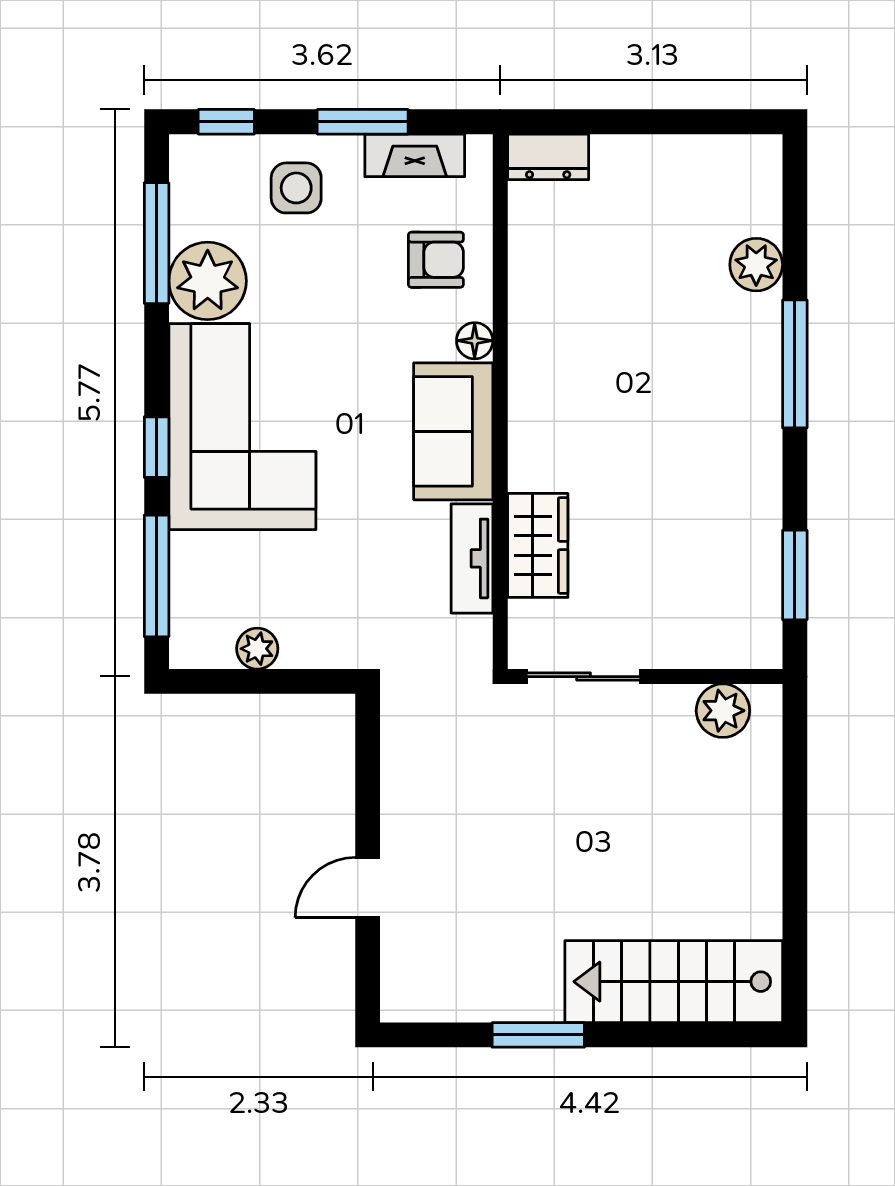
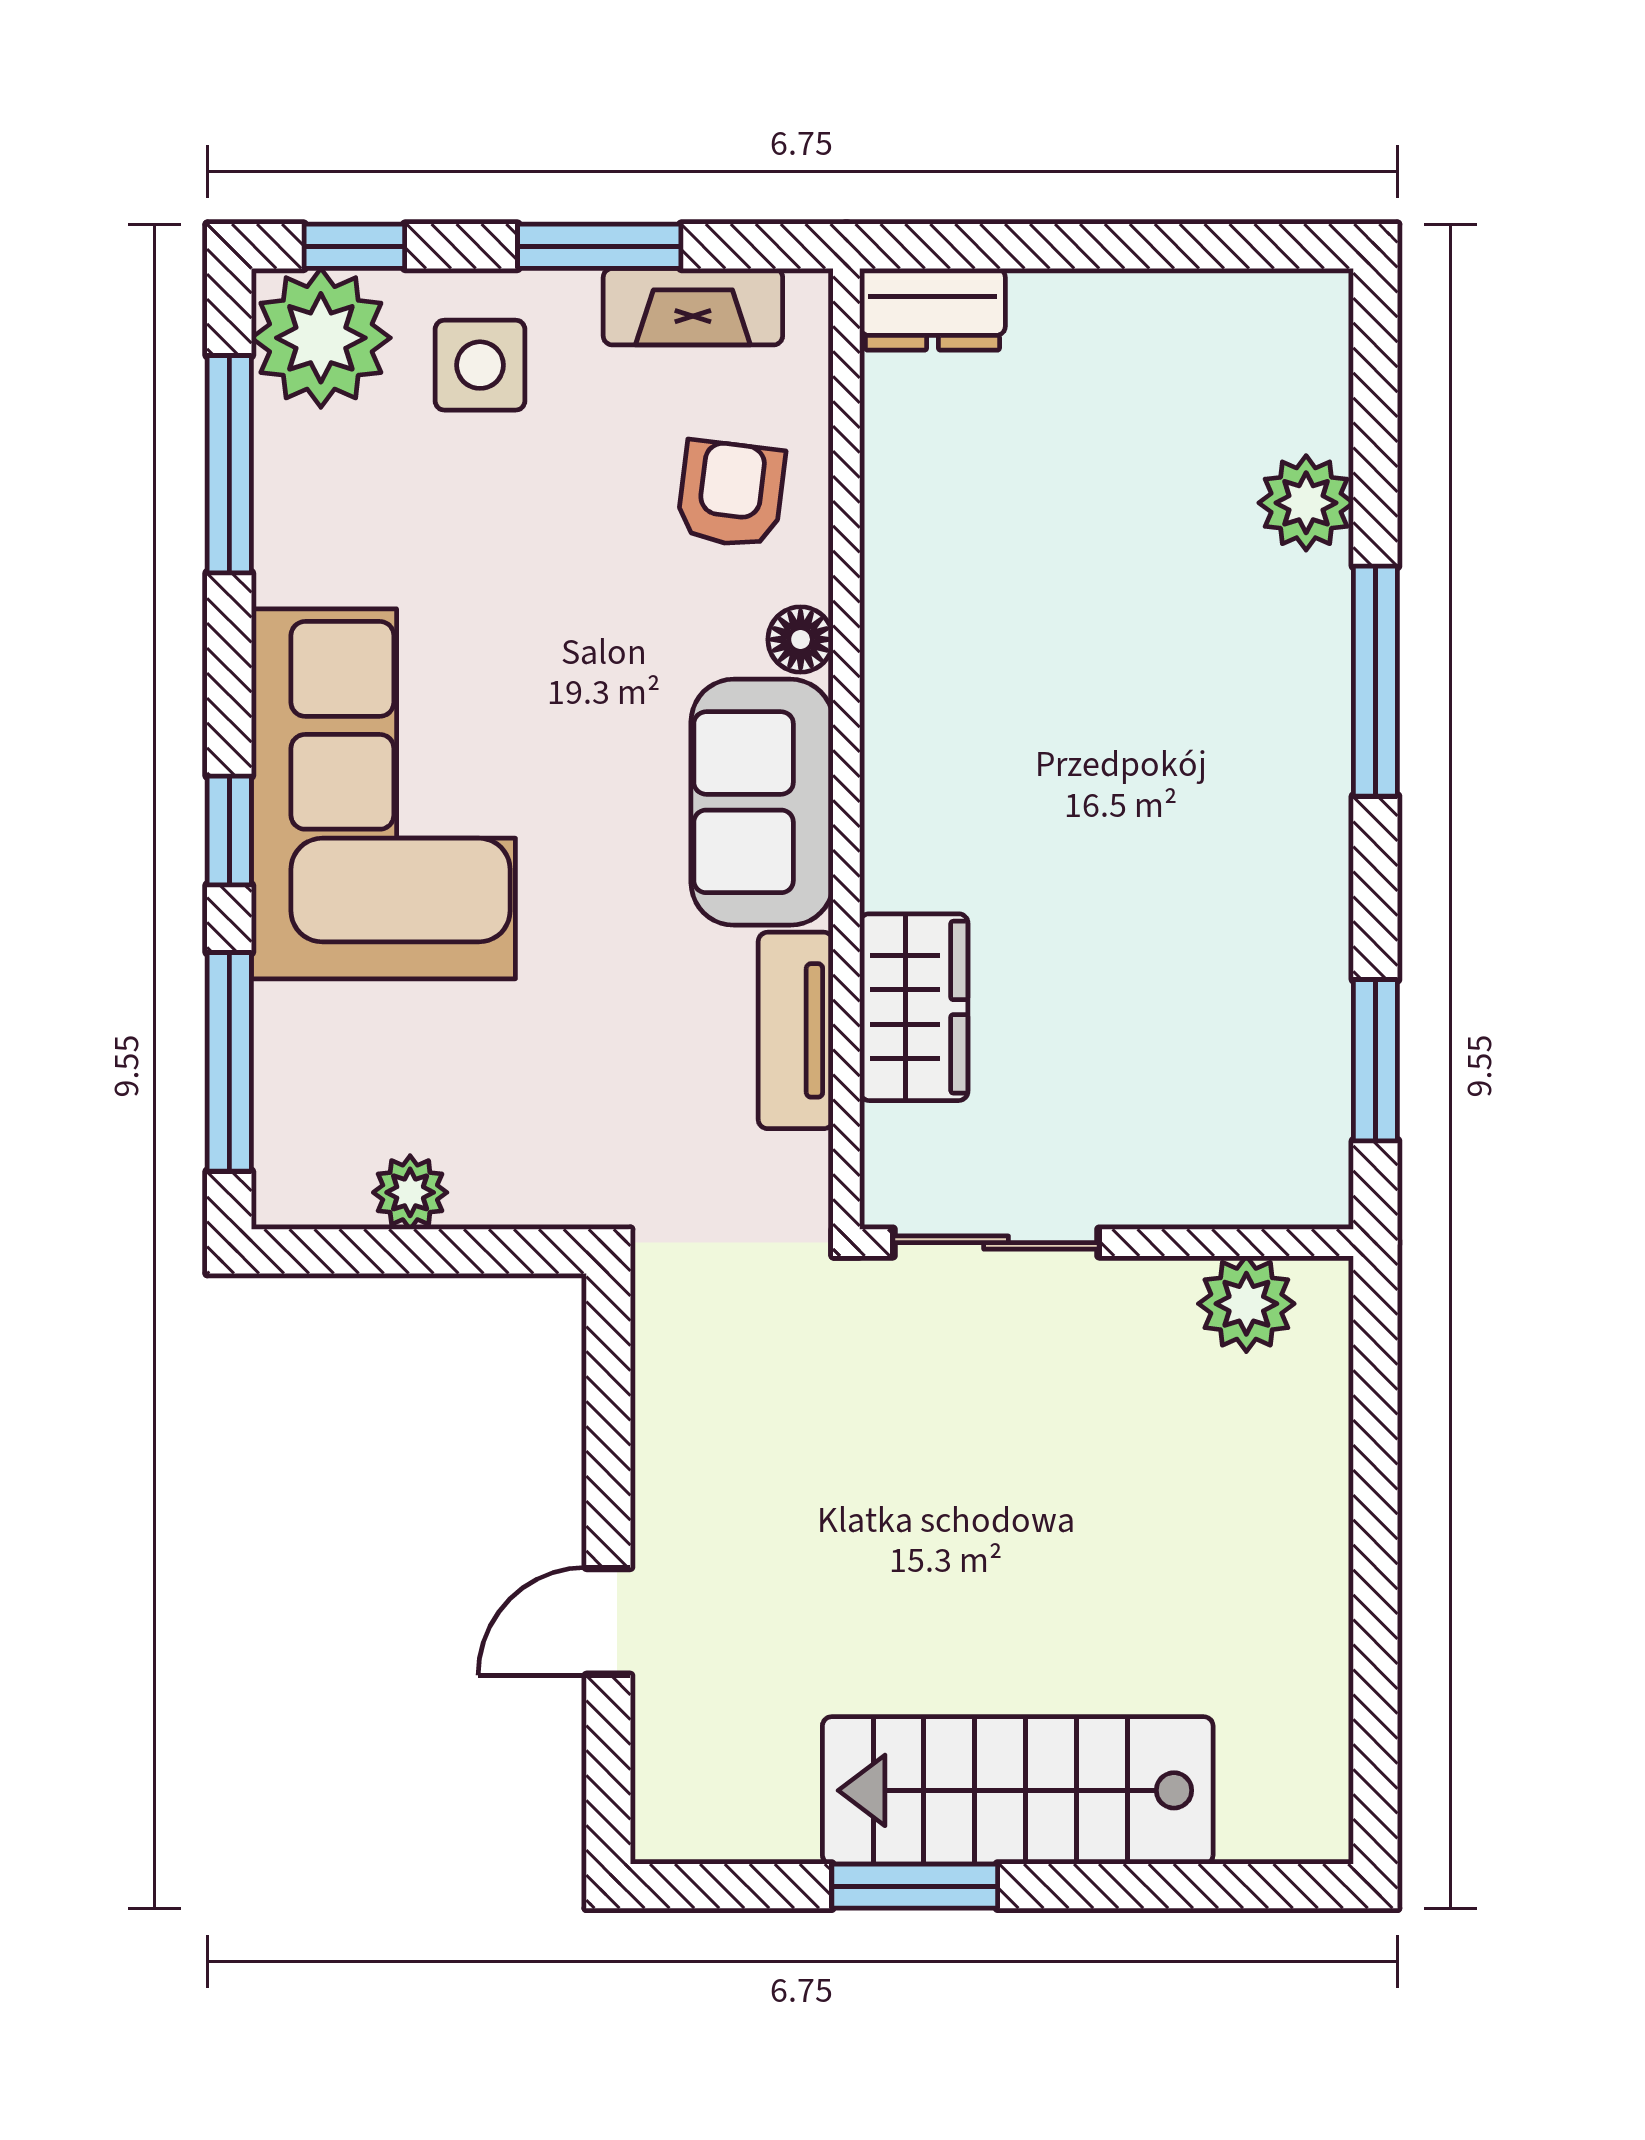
armchair: (436, 260) -> (731, 494), turned -83
plant: (208, 281) -> (321, 338), moved
stairs: (674, 982) -> (1018, 1790), moved

